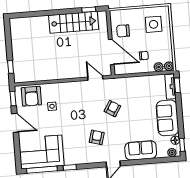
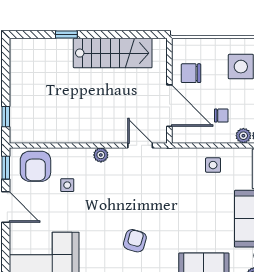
window: (89, 10) -> (66, 35), moved
plant: (71, 86) -> (101, 155), added
side table: (141, 87) -> (213, 165), added
armchair: (112, 109) -> (164, 197), removed

